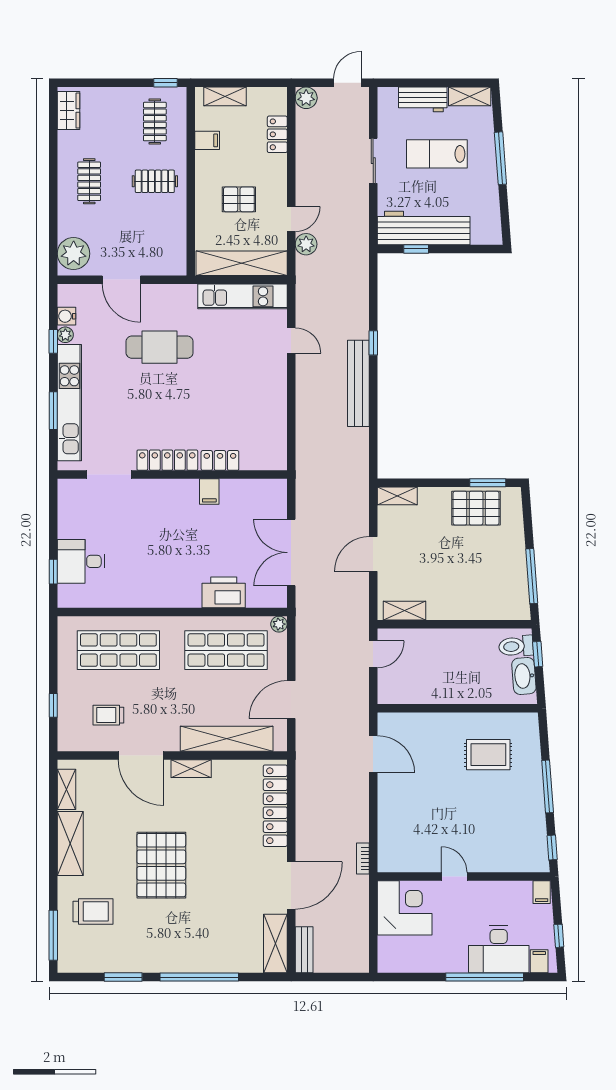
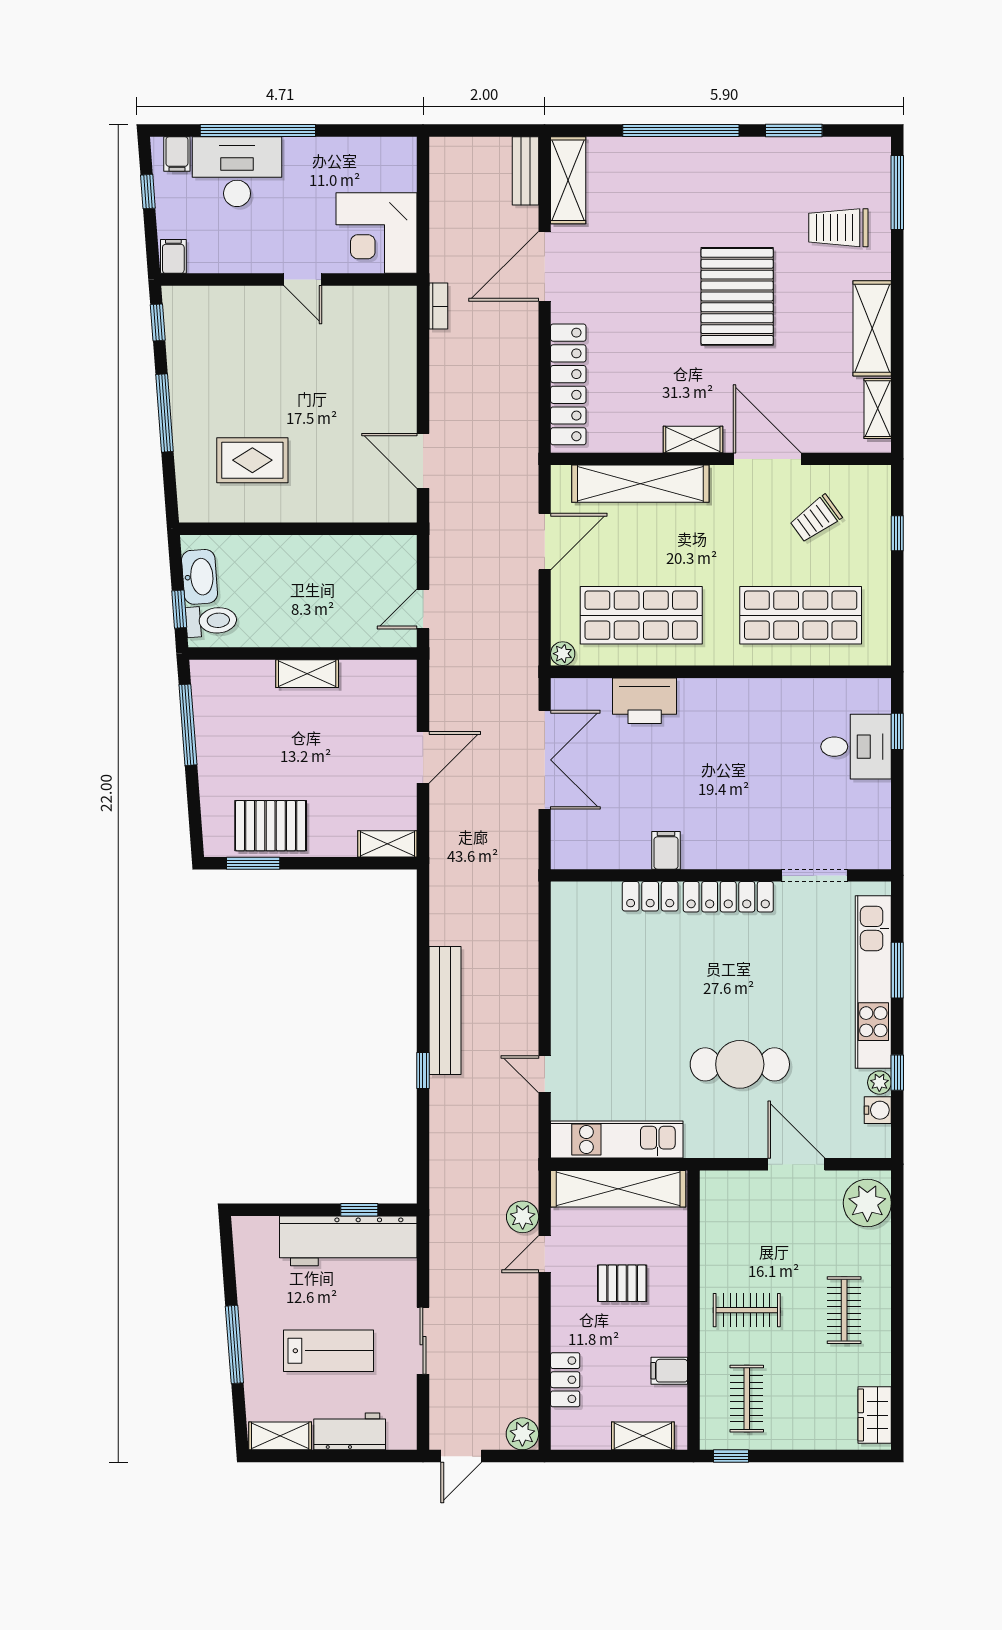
shelving: (405, 611) -> (307, 674), moved
trolley: (108, 715) -> (816, 519), turned 144

